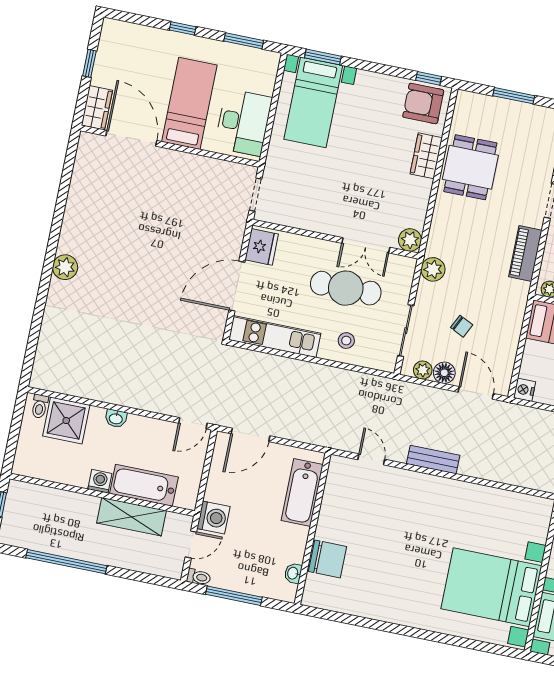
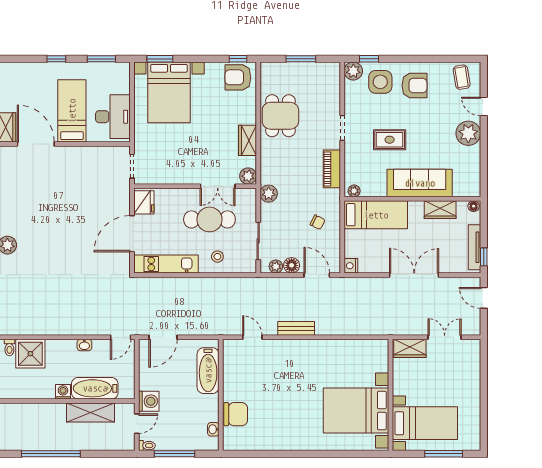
bed with nightstands: (313, 102) -> (169, 92), width x1.36
wardrobe: (426, 156) -> (247, 140), moved
chair: (462, 326) -> (318, 222), moved
washbasin: (116, 418) -> (84, 345), moved

